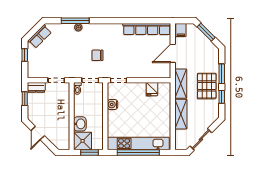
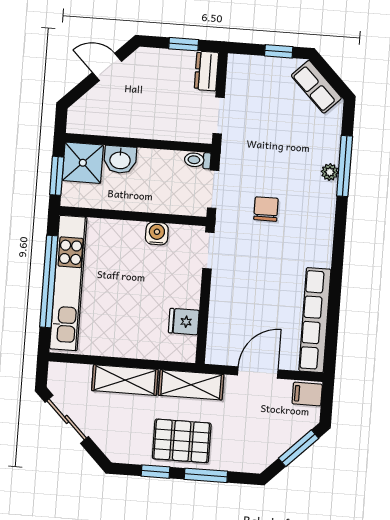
door: (173, 53) -> (258, 372), hinge flipped

